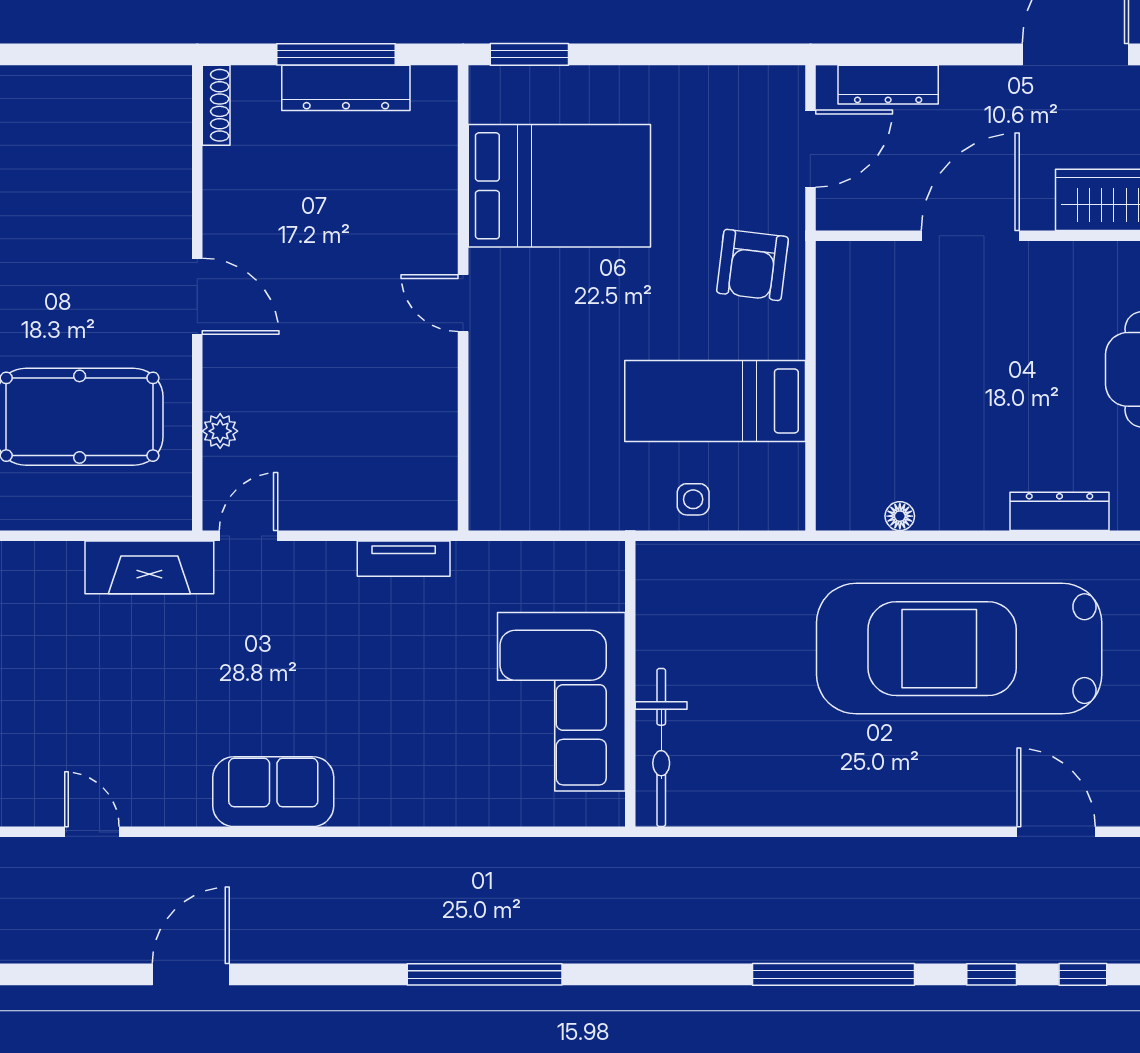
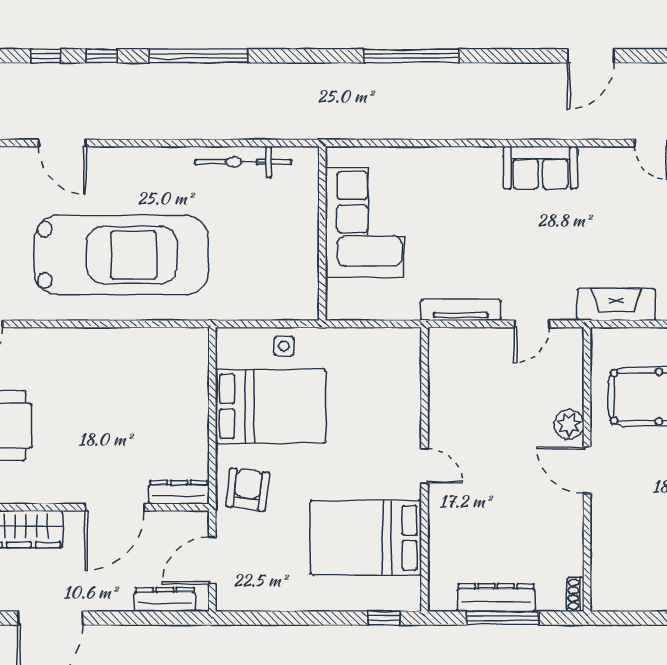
window: (529, 54) -> (384, 618), width x0.67
shoe rack: (216, 105) -> (575, 594), width x0.70
bed: (715, 401) -> (271, 406), width x1.50
plant: (220, 431) -> (569, 424), moved, width x1.38, depth x1.38
dresser: (1059, 511) -> (179, 492), moved, turned 180
floor lamp: (900, 516) -> (158, 336), removed
door: (248, 536) -> (532, 324), moved
tv unit: (404, 559) -> (461, 310), width x1.41
bicycle: (661, 747) -> (243, 162), moved, turned -90

